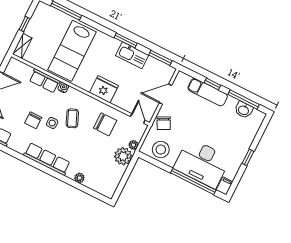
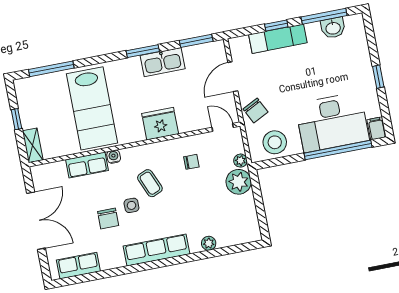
chair: (105, 124) -> (191, 162), width x0.54, depth x0.54

